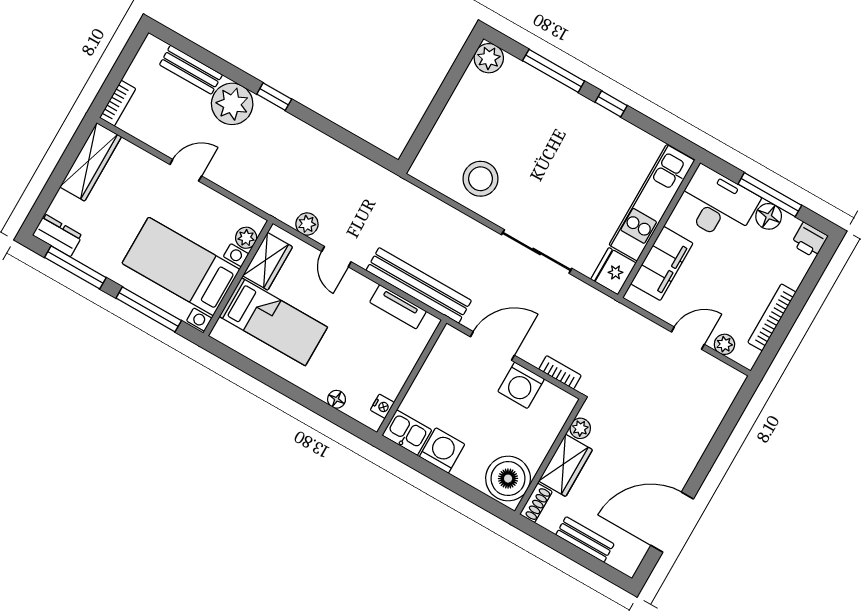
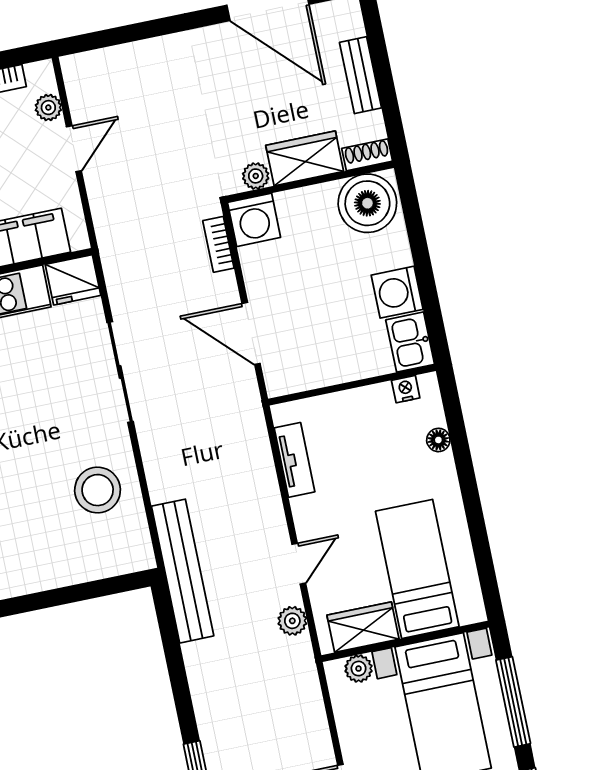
bench: (419, 285) -> (183, 571), moved
door: (688, 338) -> (74, 149), swing flipped
washing machine: (521, 385) -> (254, 220), moved, turned 90

